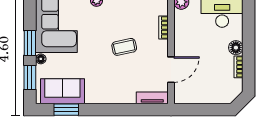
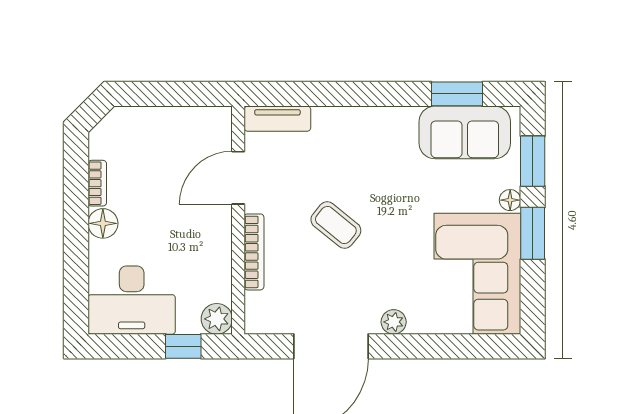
bookcase: (163, 27) -> (254, 252), width x1.56
coffee table: (124, 47) -> (336, 225), turned 51

